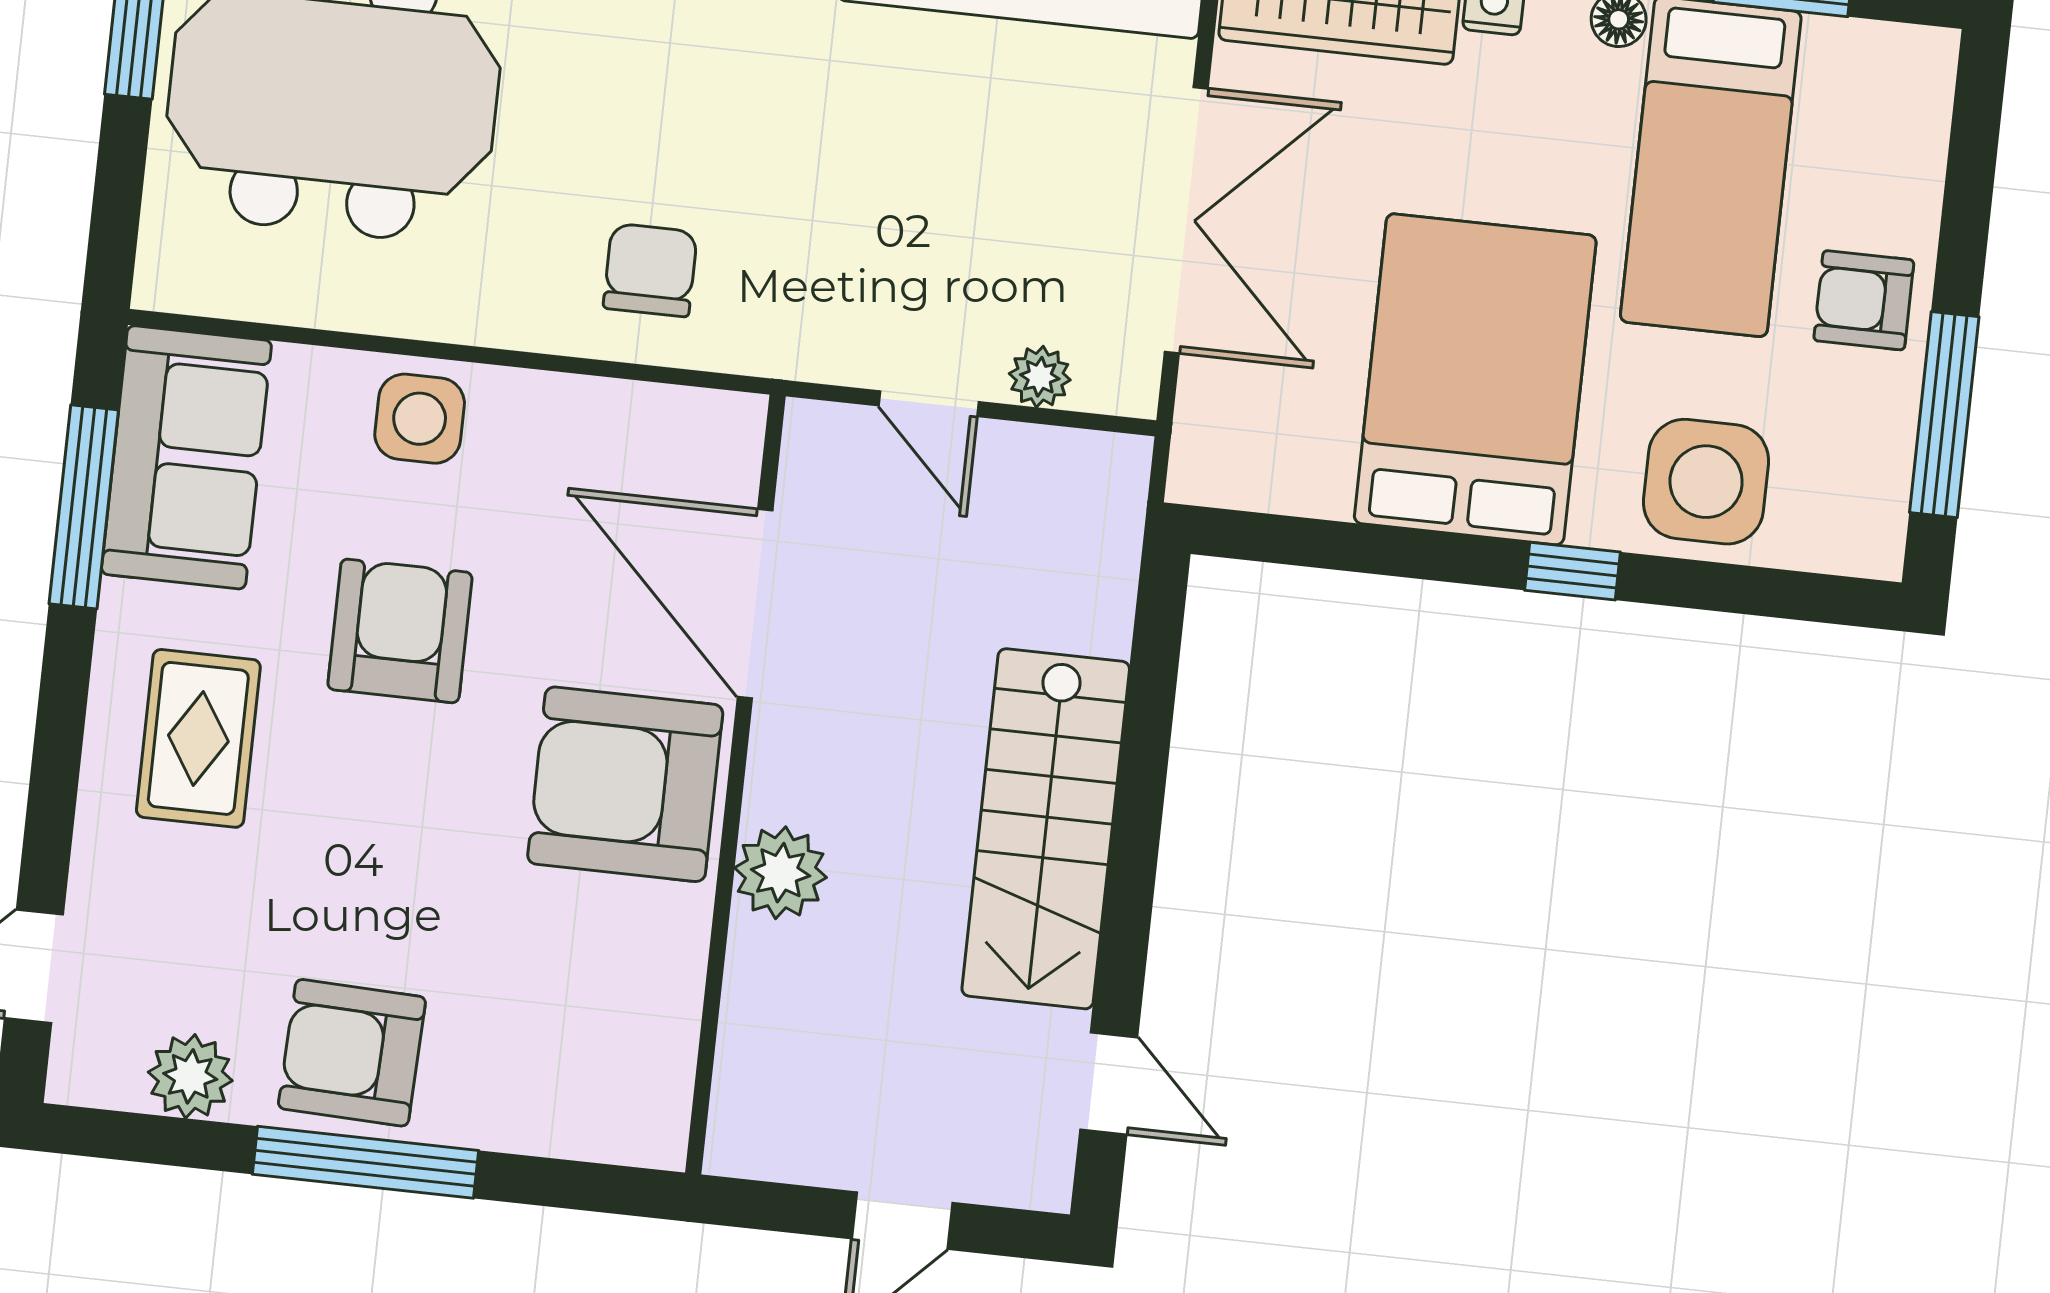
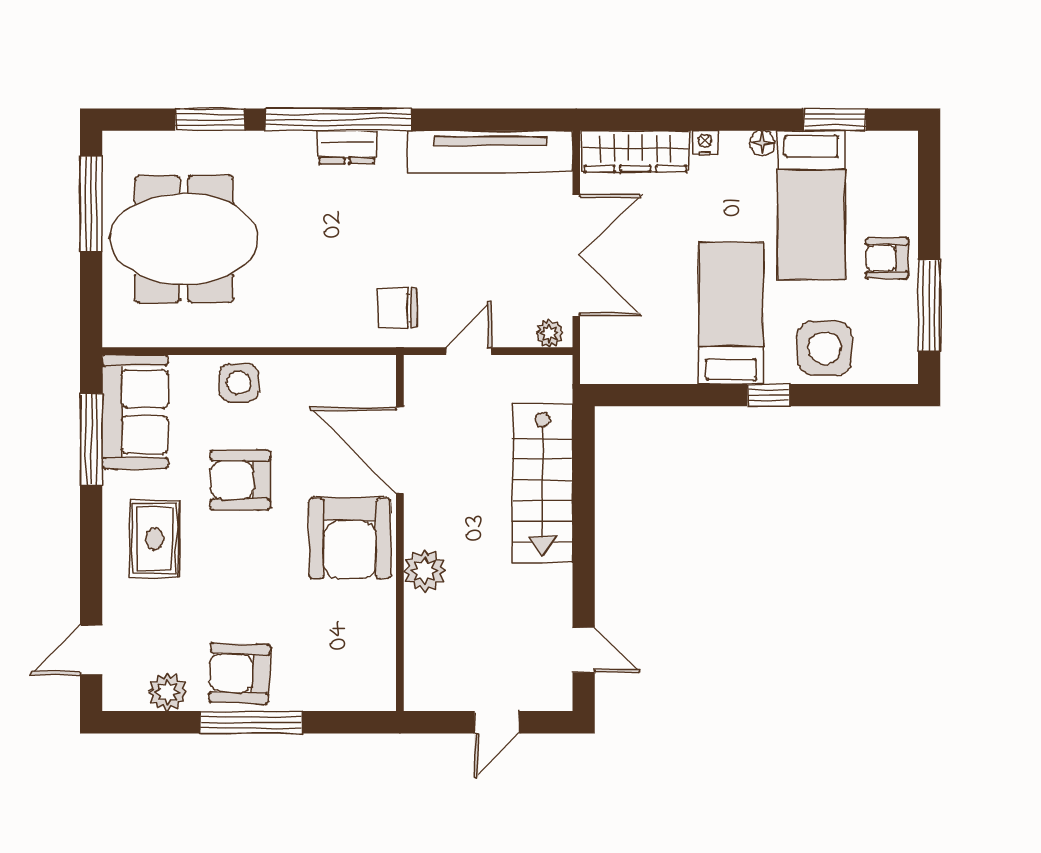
chair: (650, 270) -> (397, 308), moved, turned -90
plant: (1040, 377) -> (550, 333), moved
bed: (1475, 379) -> (731, 313), width x0.67
door: (929, 404) -> (469, 351), swing flipped
armchair: (400, 631) -> (240, 480), turned -90
armchair: (625, 784) -> (350, 538), turned -90
stairs: (1046, 829) -> (543, 483), moved

